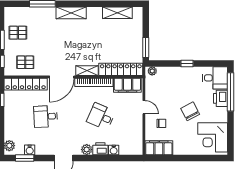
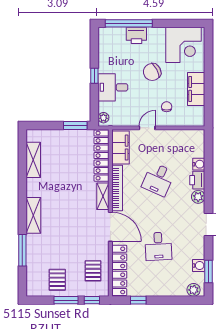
desk: (215, 78) -> (113, 87), moved, turned -90
filing cabinet: (159, 148) -> (196, 89), moved

